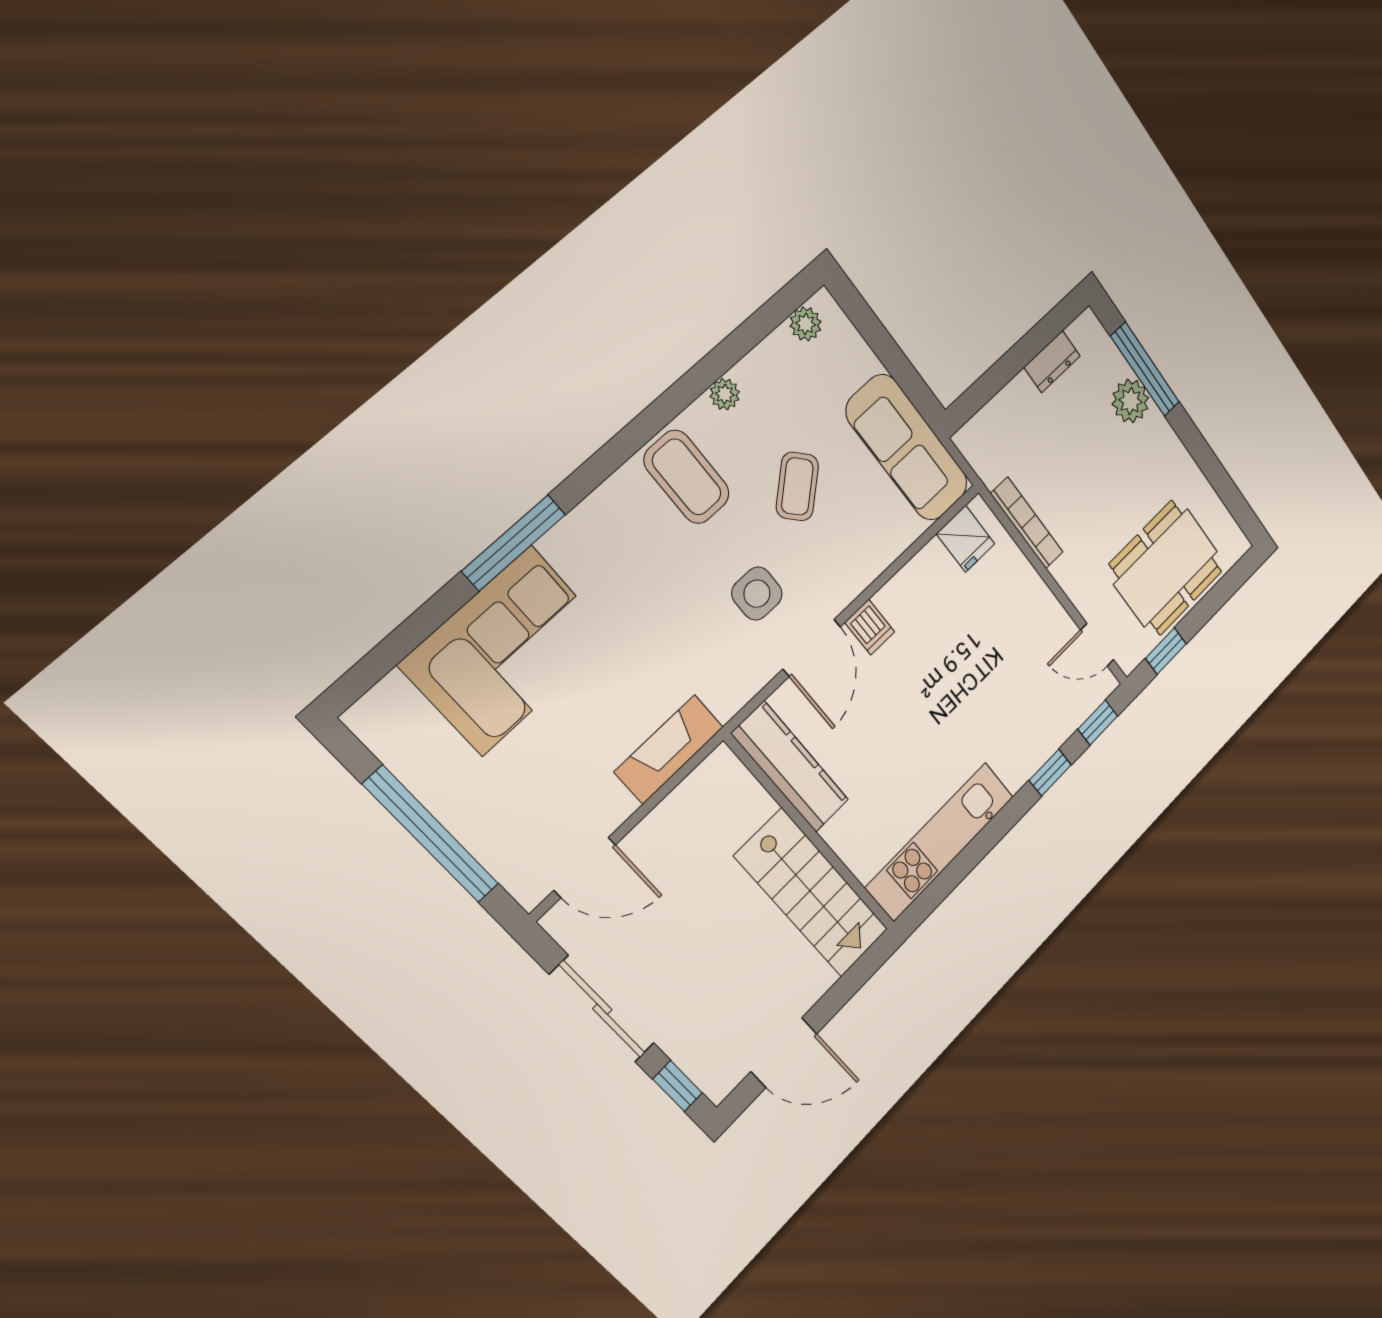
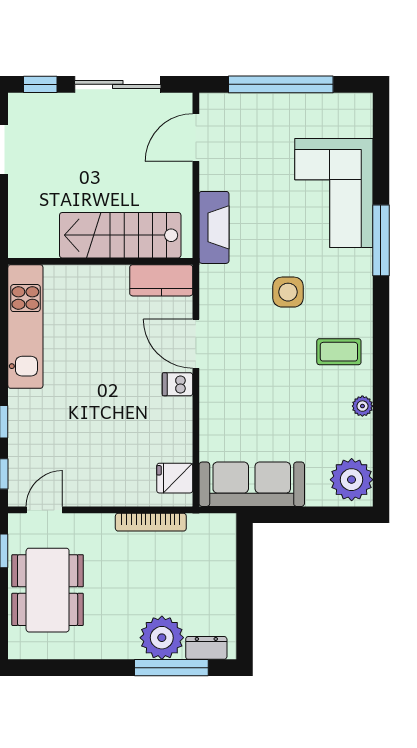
plant: (806, 324) -> (352, 480), width x1.88, depth x1.88
dresser: (1052, 362) -> (206, 648), moved, turned 90
plant: (1130, 401) -> (162, 638), width x1.36, depth x1.36
coffee table: (687, 477) -> (339, 352), width x0.73, depth x0.77
coffee table: (797, 486) -> (284, 406), removed
side table: (757, 594) -> (288, 292), moved
kitchen counter: (790, 767) -> (161, 280), width x0.67
stairs: (812, 893) -> (120, 235), moved

